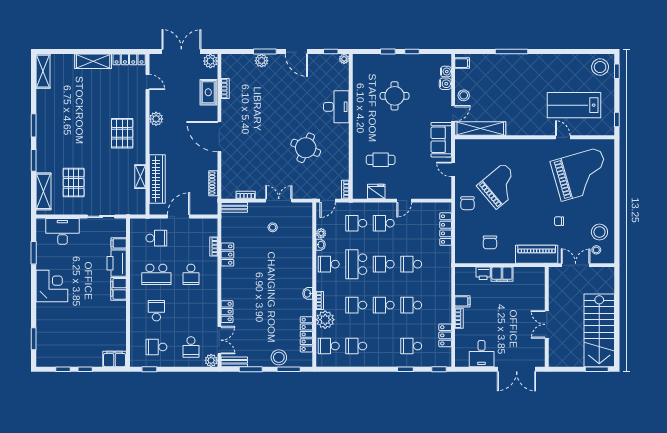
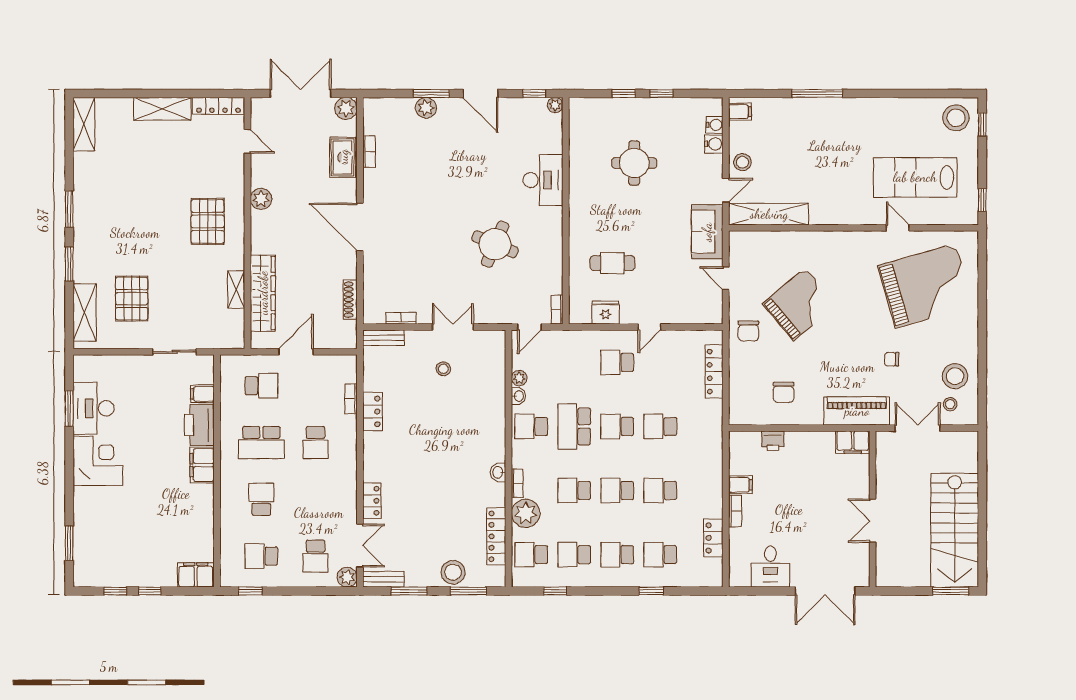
school desk: (356, 223) -> (617, 555), moved
desk: (62, 231) -> (94, 408), moved, turned -90
filing cabinet: (502, 274) -> (853, 442), moved
window: (439, 369) -> (555, 591), moved

